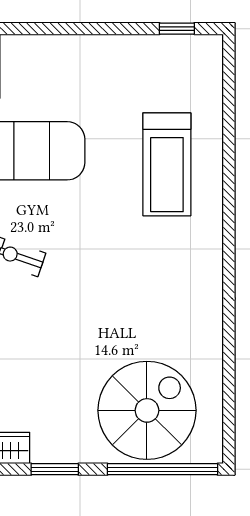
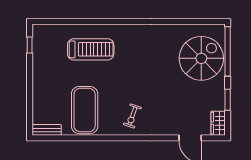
spiral stairs: (147, 410) -> (201, 58), turned 90

